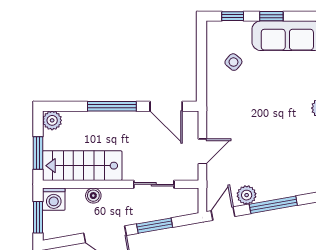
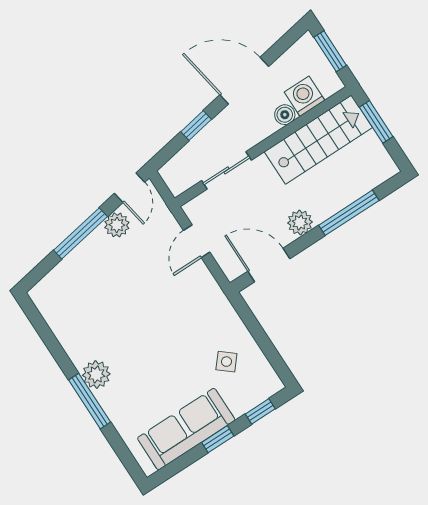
window: (112, 106) -> (349, 213), moved
plant: (52, 120) -> (300, 222), moved
washing machine: (54, 199) -> (305, 96), moved
window: (155, 226) -> (196, 126), width x0.67

